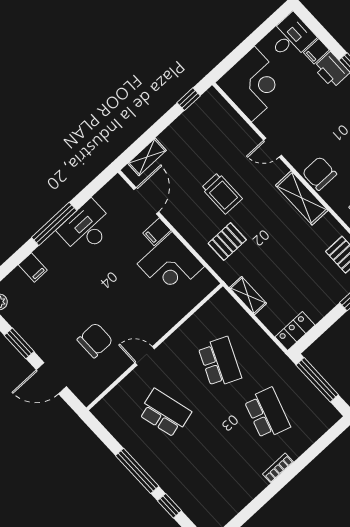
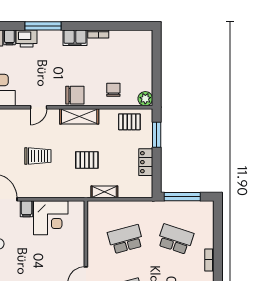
chair: (319, 173) -> (75, 95), turned 180
pallet: (227, 242) -> (87, 160), moved, turned 90
locker: (295, 331) -> (146, 162), moved
school desk: (220, 362) -> (126, 239), turned -39

